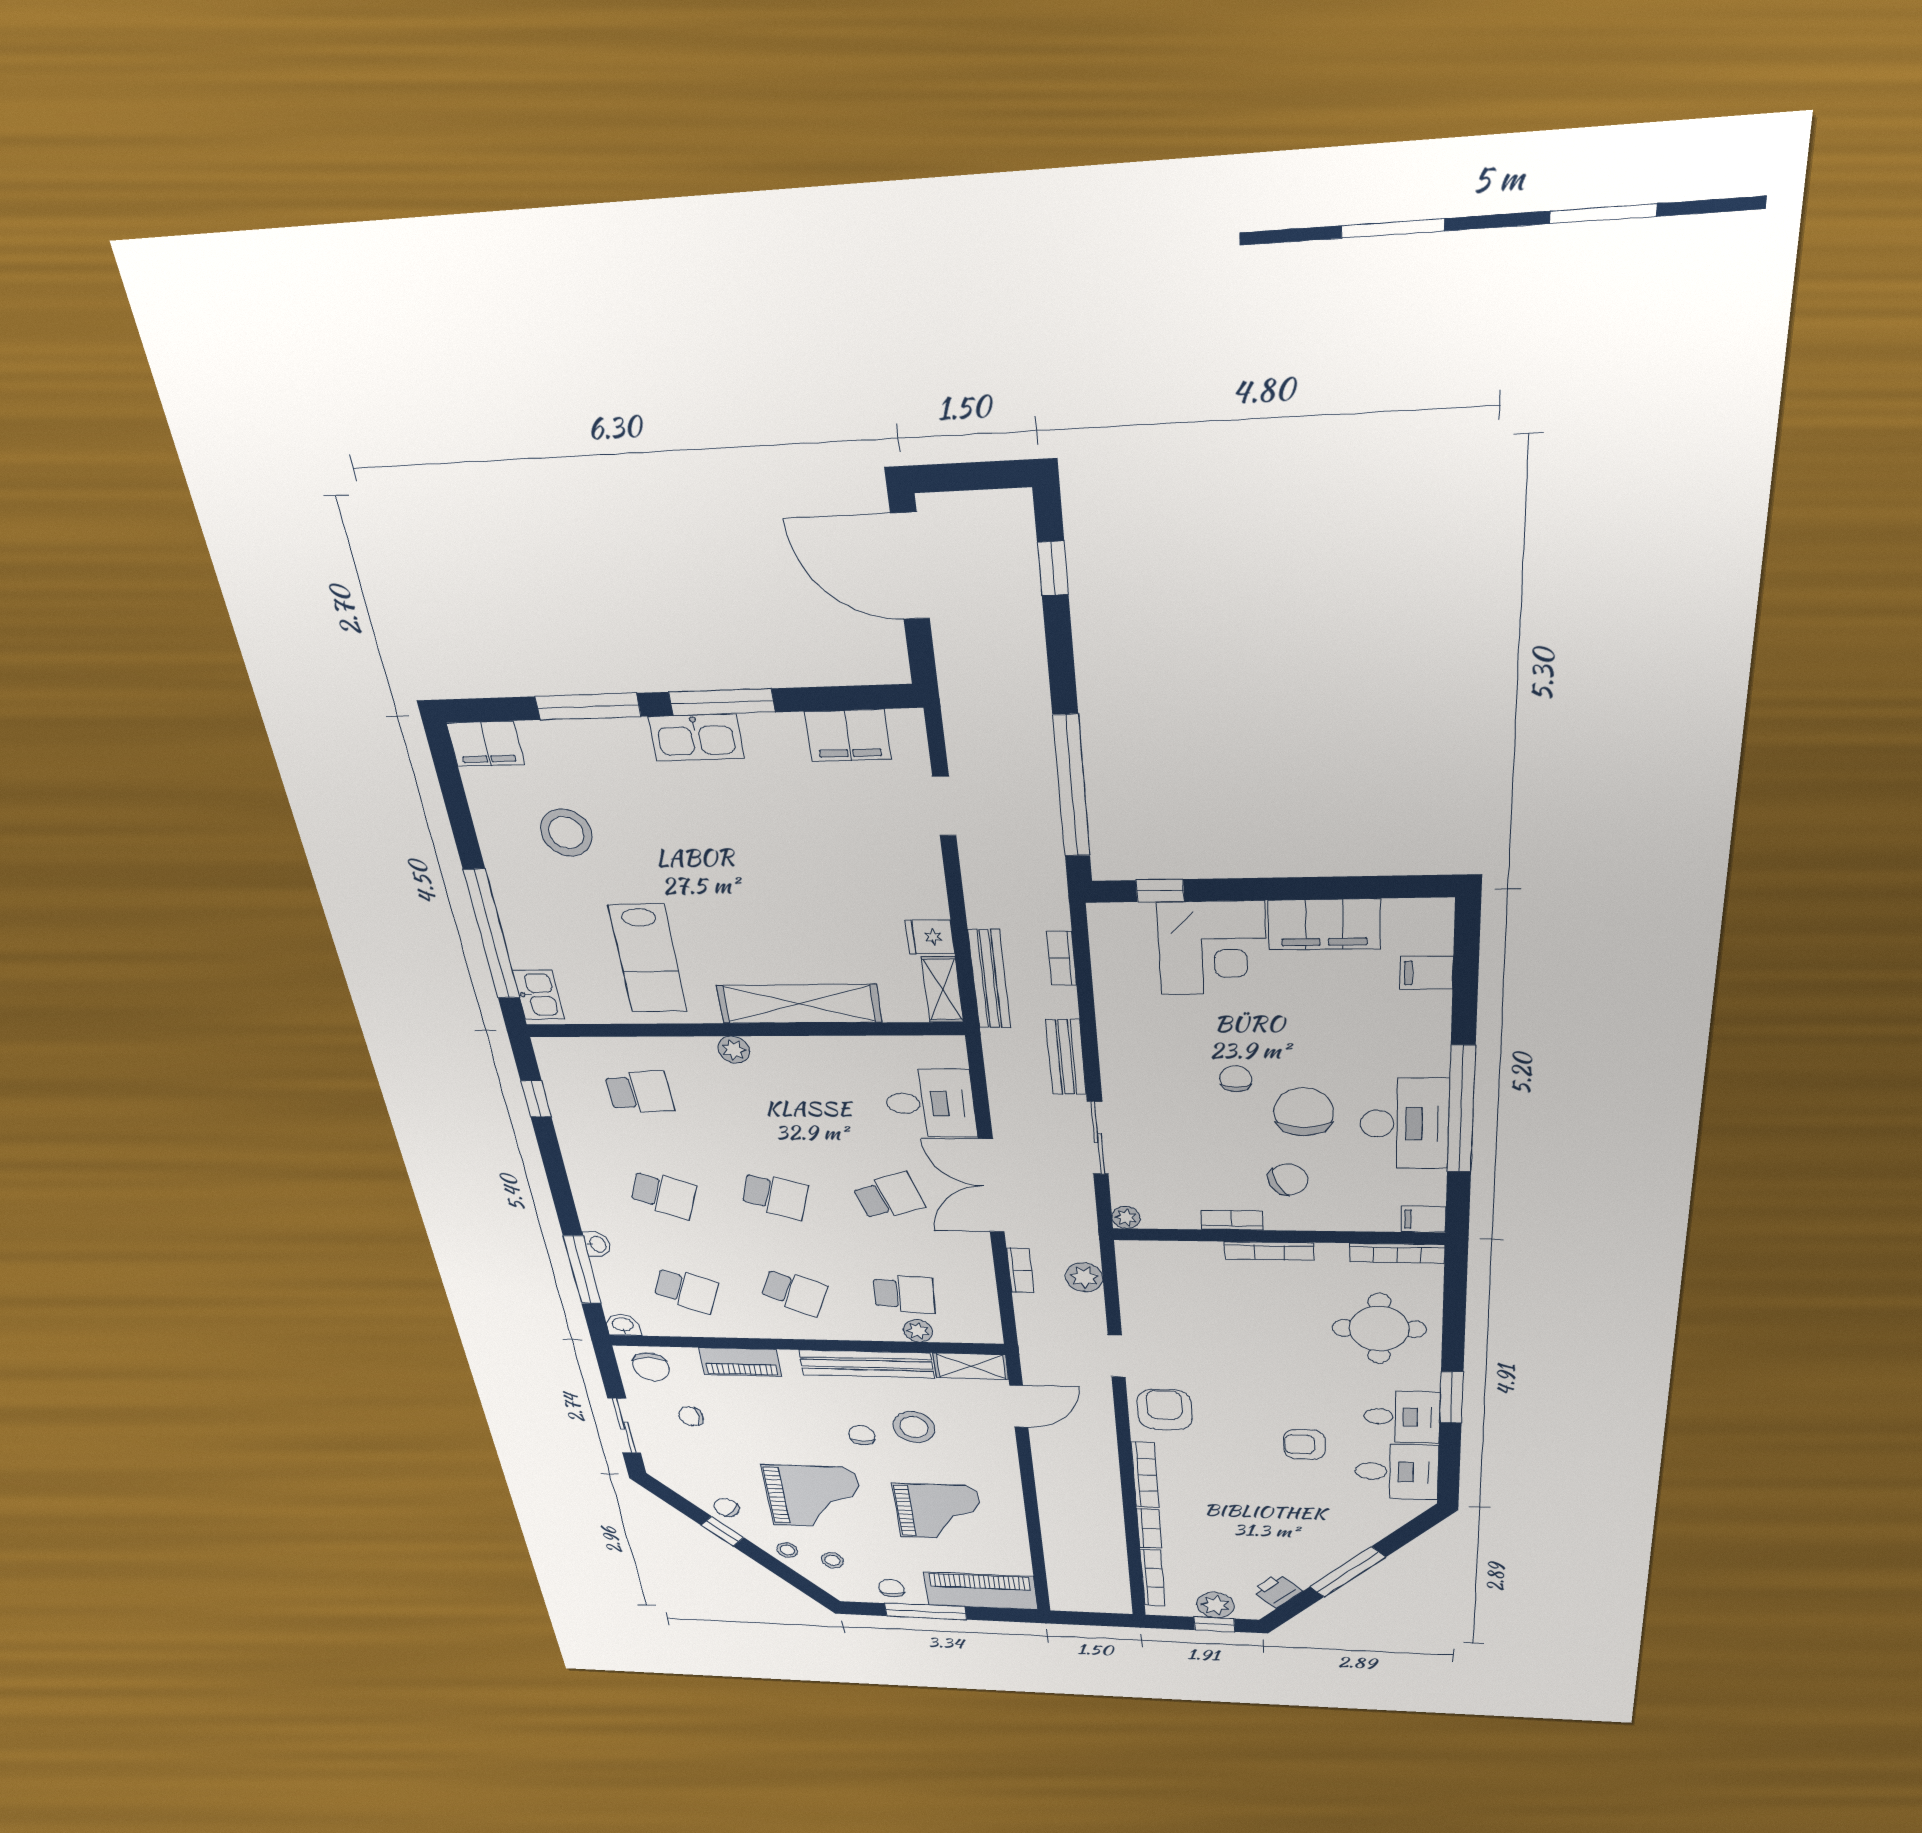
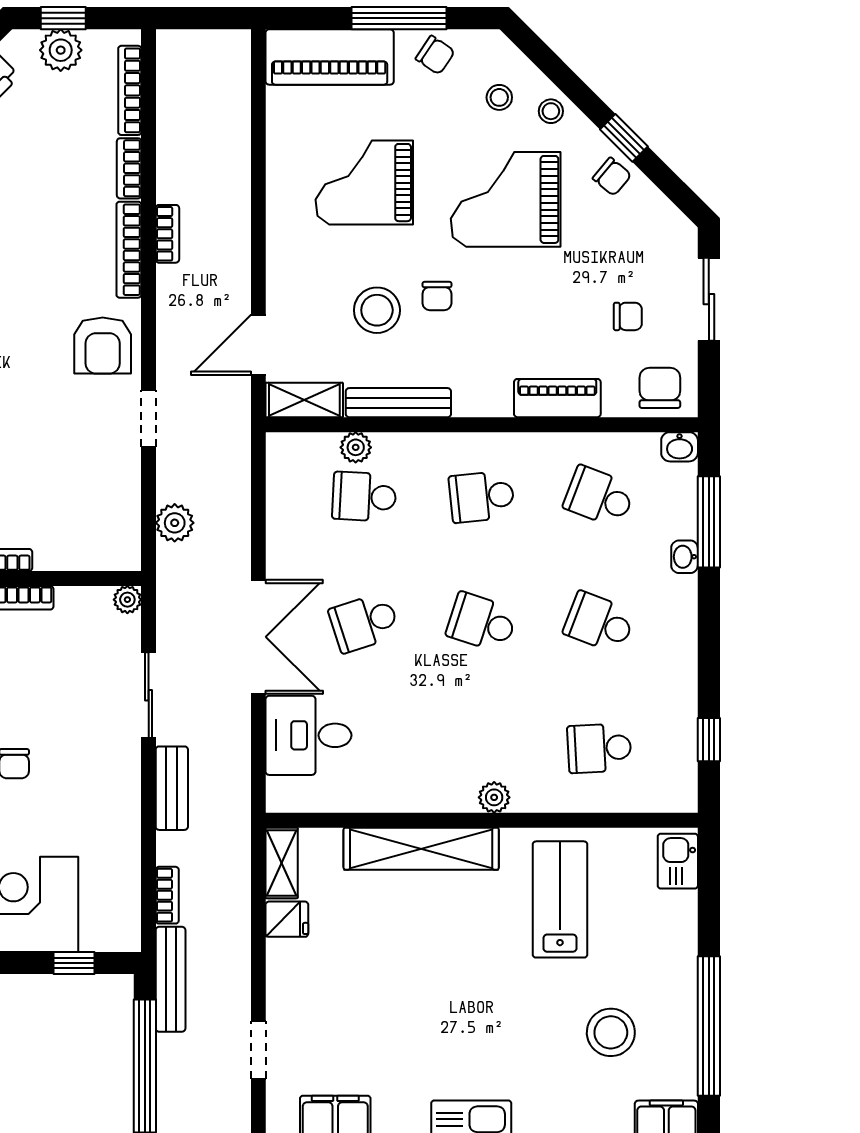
window: (492, 935) -> (709, 1026), moved
bench: (989, 979) -> (171, 979), moved
bookcase: (1020, 1270) -> (167, 234), moved, turned 180
school desk: (794, 1292) -> (482, 497), turned -30
bench: (866, 1364) -> (398, 403), width x0.73, depth x0.82
chair: (891, 1588) -> (435, 55), turned -56

